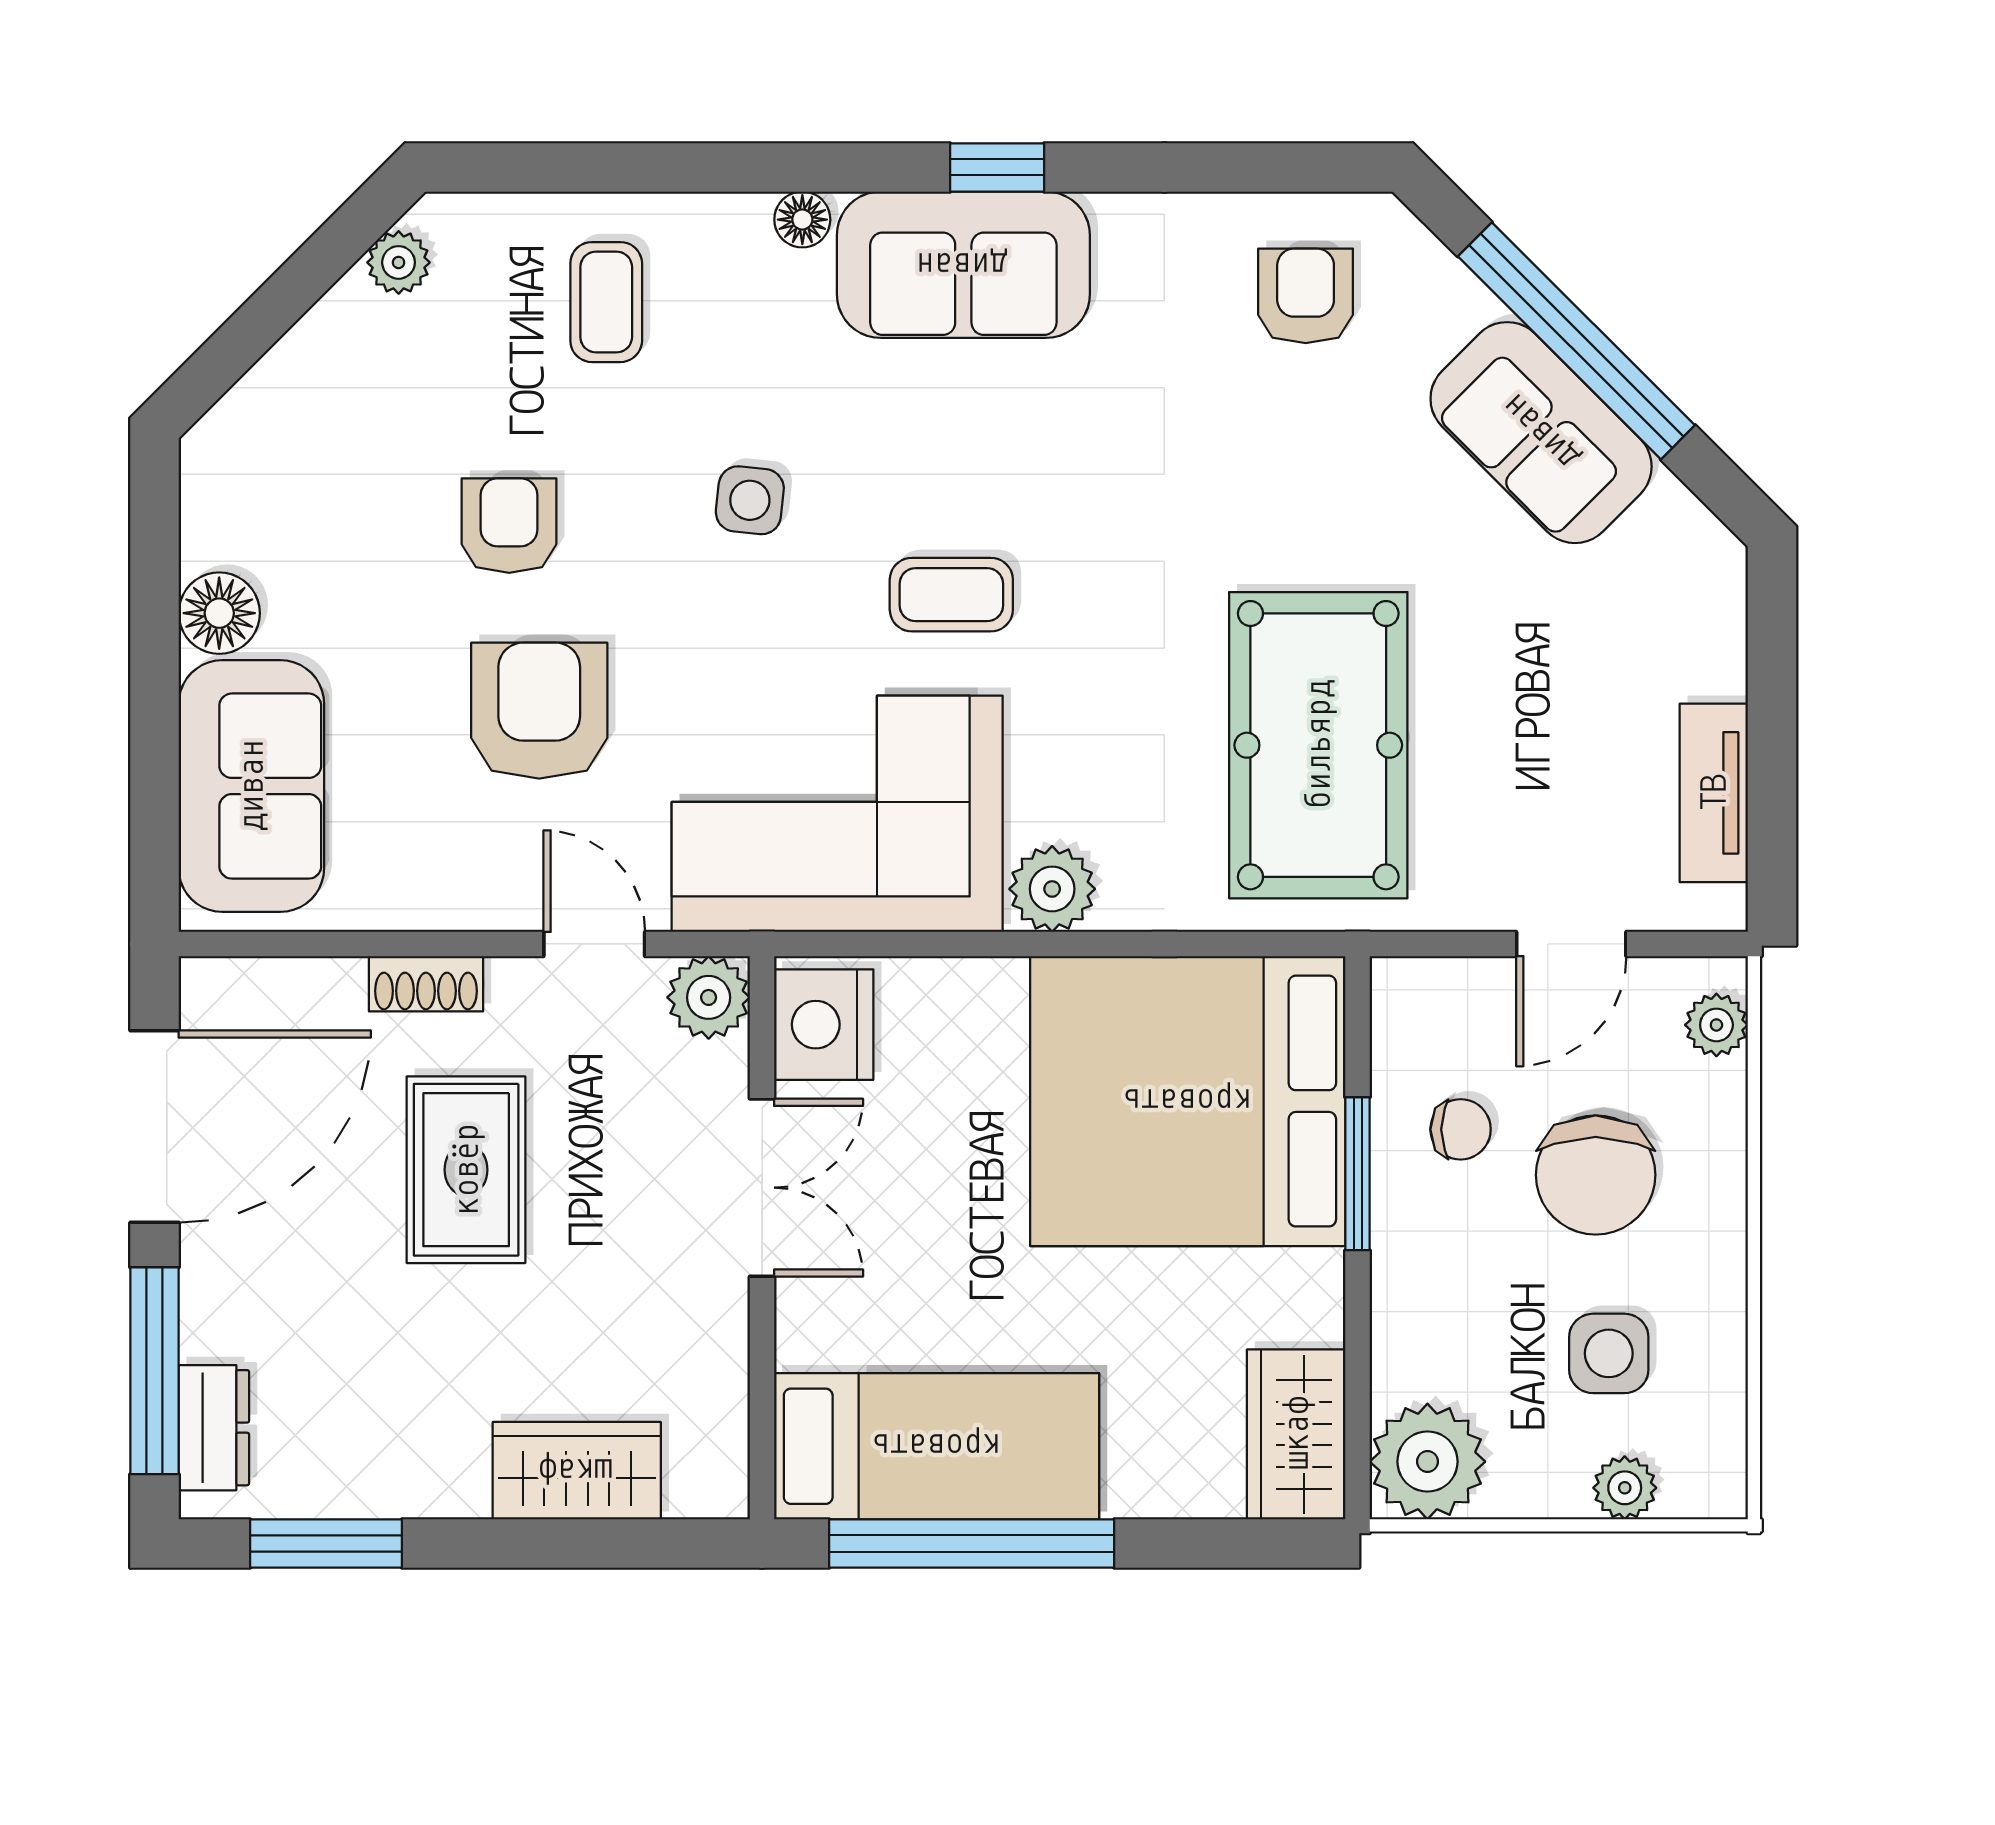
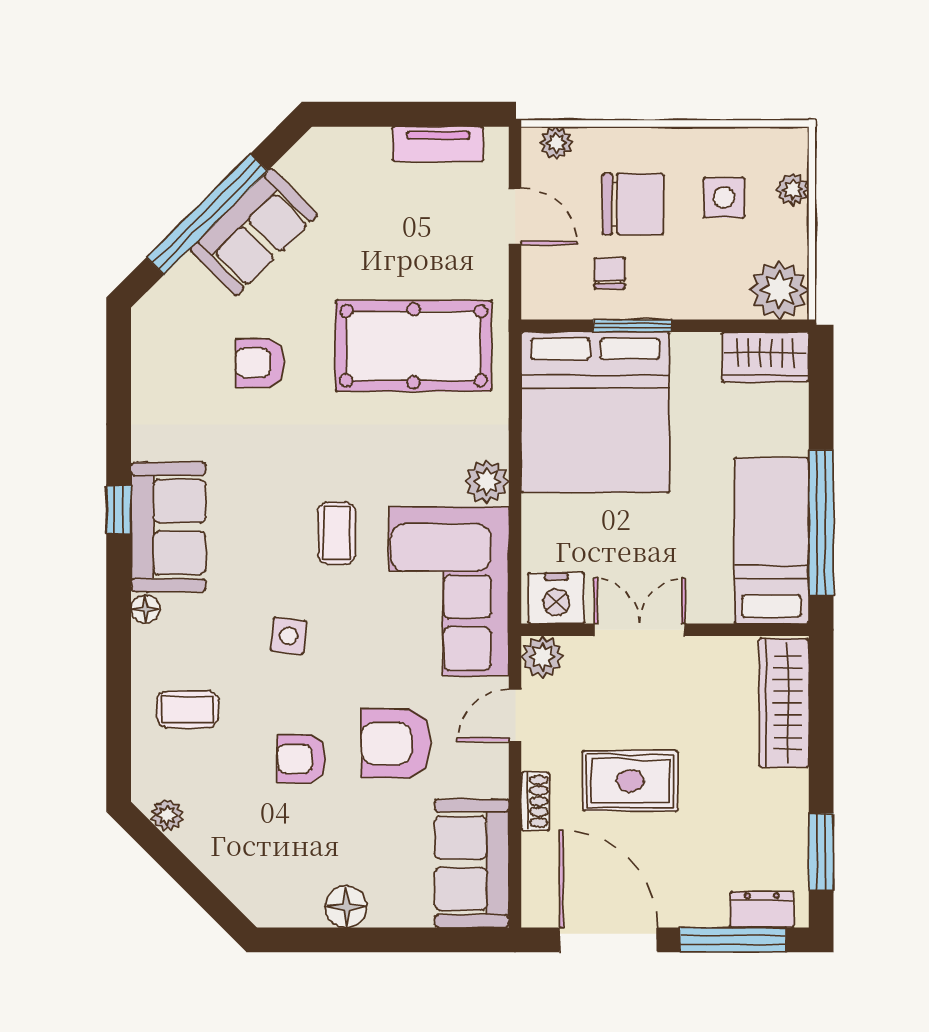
armchair: (1306, 296) -> (260, 363), moved
sofa: (251, 786) -> (472, 863), moved, turned -90
wardrobe: (577, 1471) -> (784, 703), width x1.50

